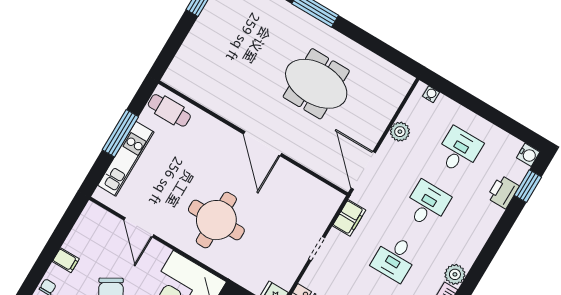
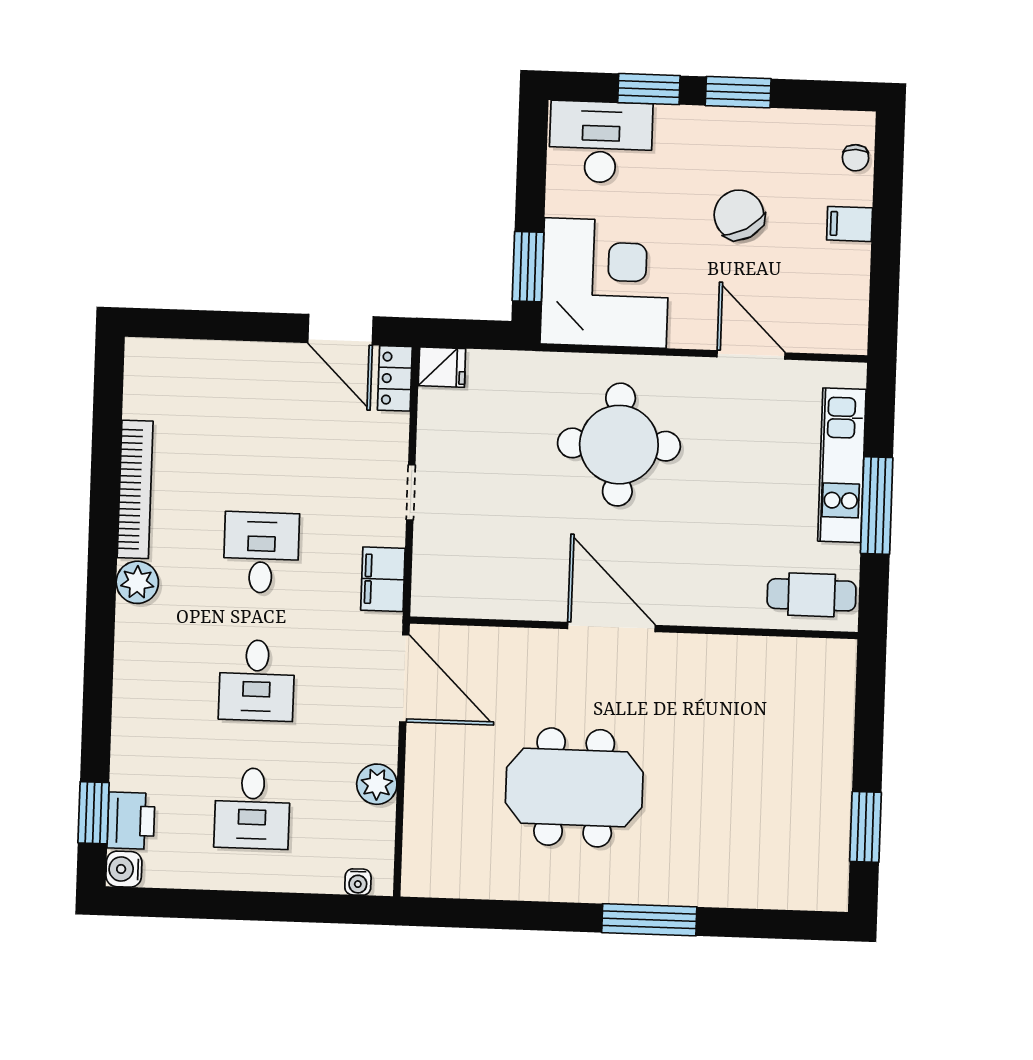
printer: (503, 192) -> (131, 821), moved

